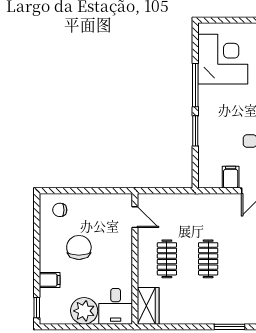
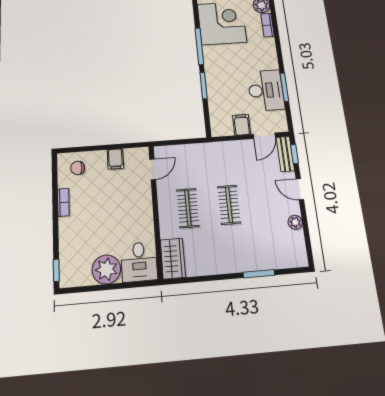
door: (135, 217) -> (153, 169), hinge flipped
bookcase: (45, 243) -> (63, 202), added
chair: (79, 247) -> (98, 204), removed
filing cabinet: (50, 280) -> (115, 159), moved, turned 90

